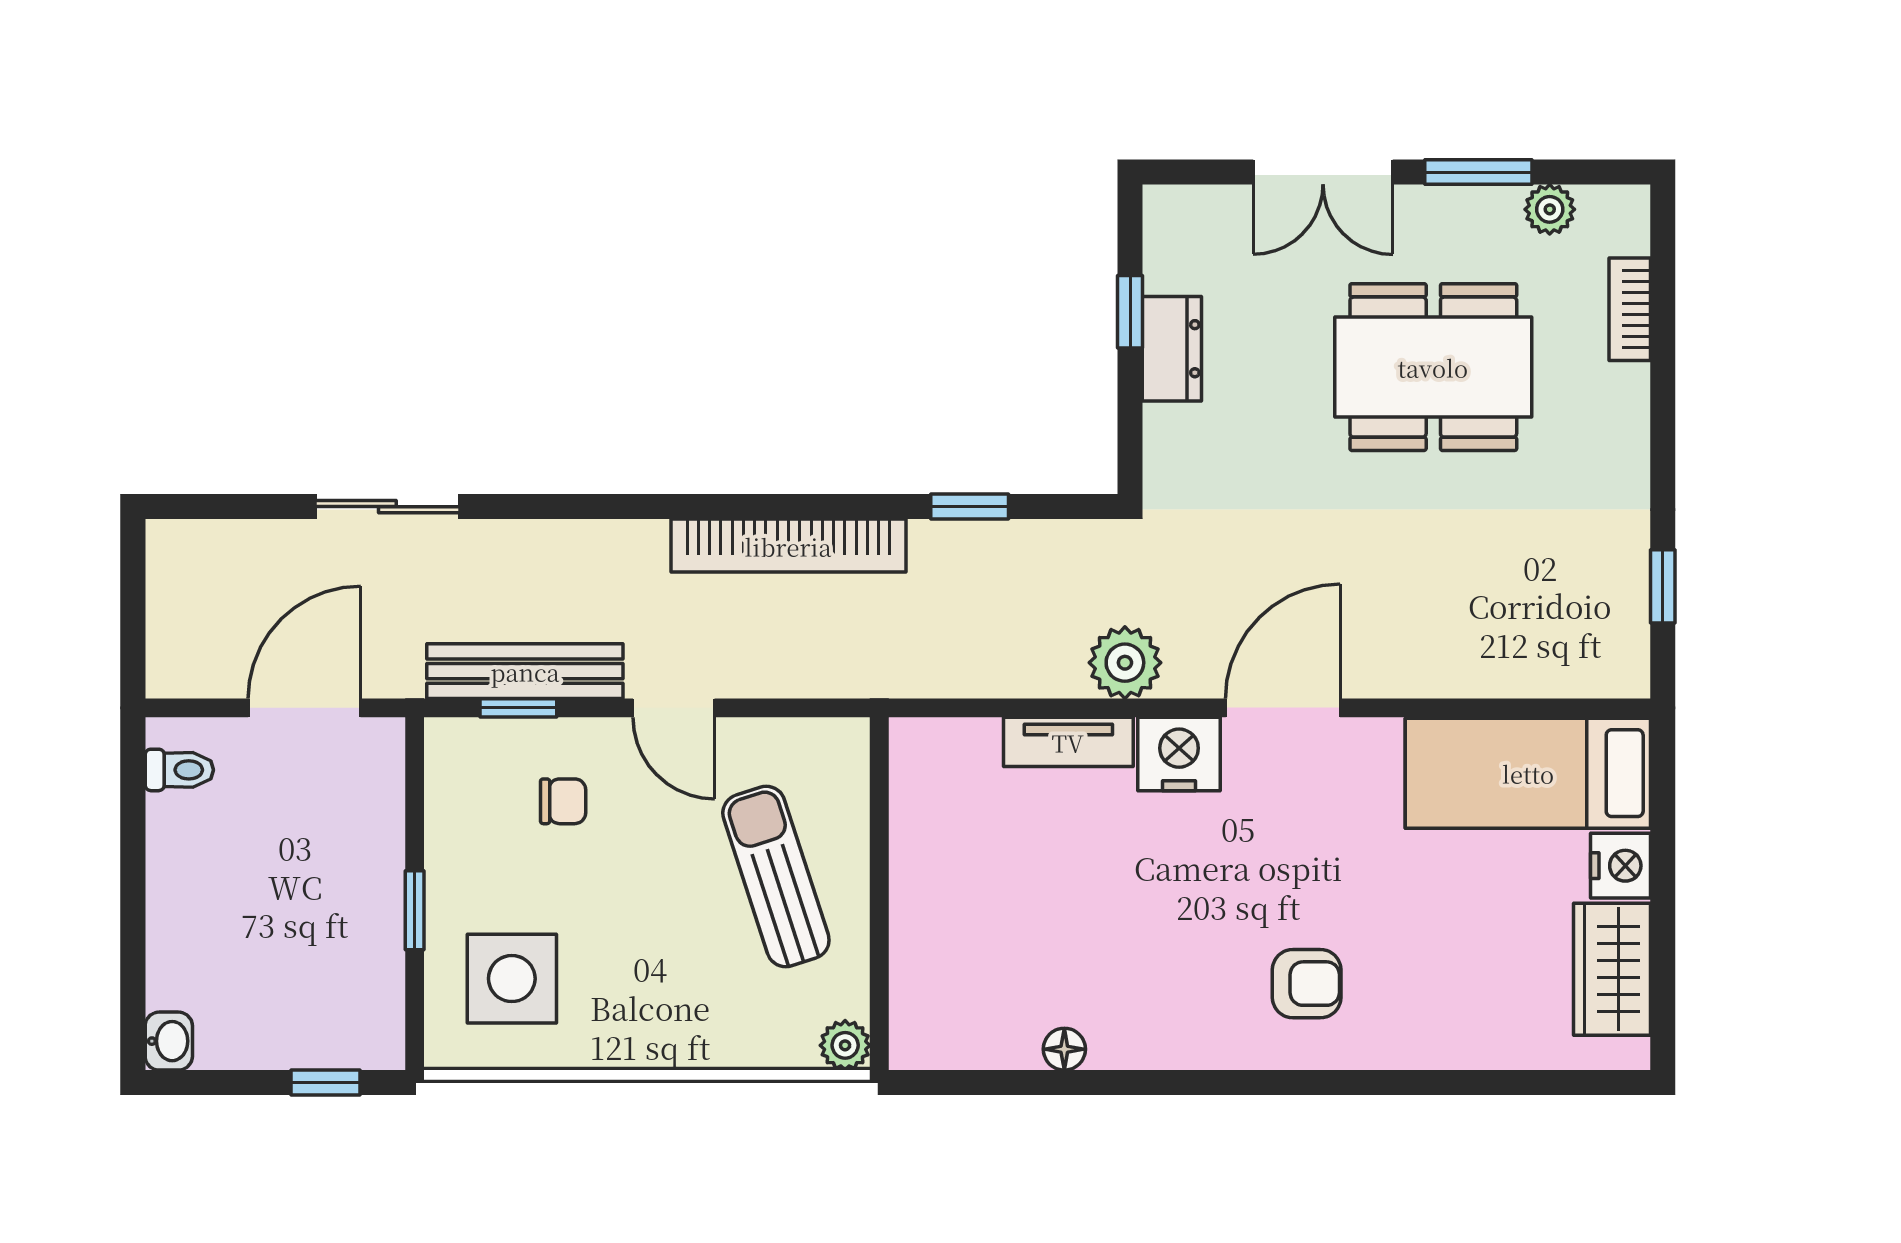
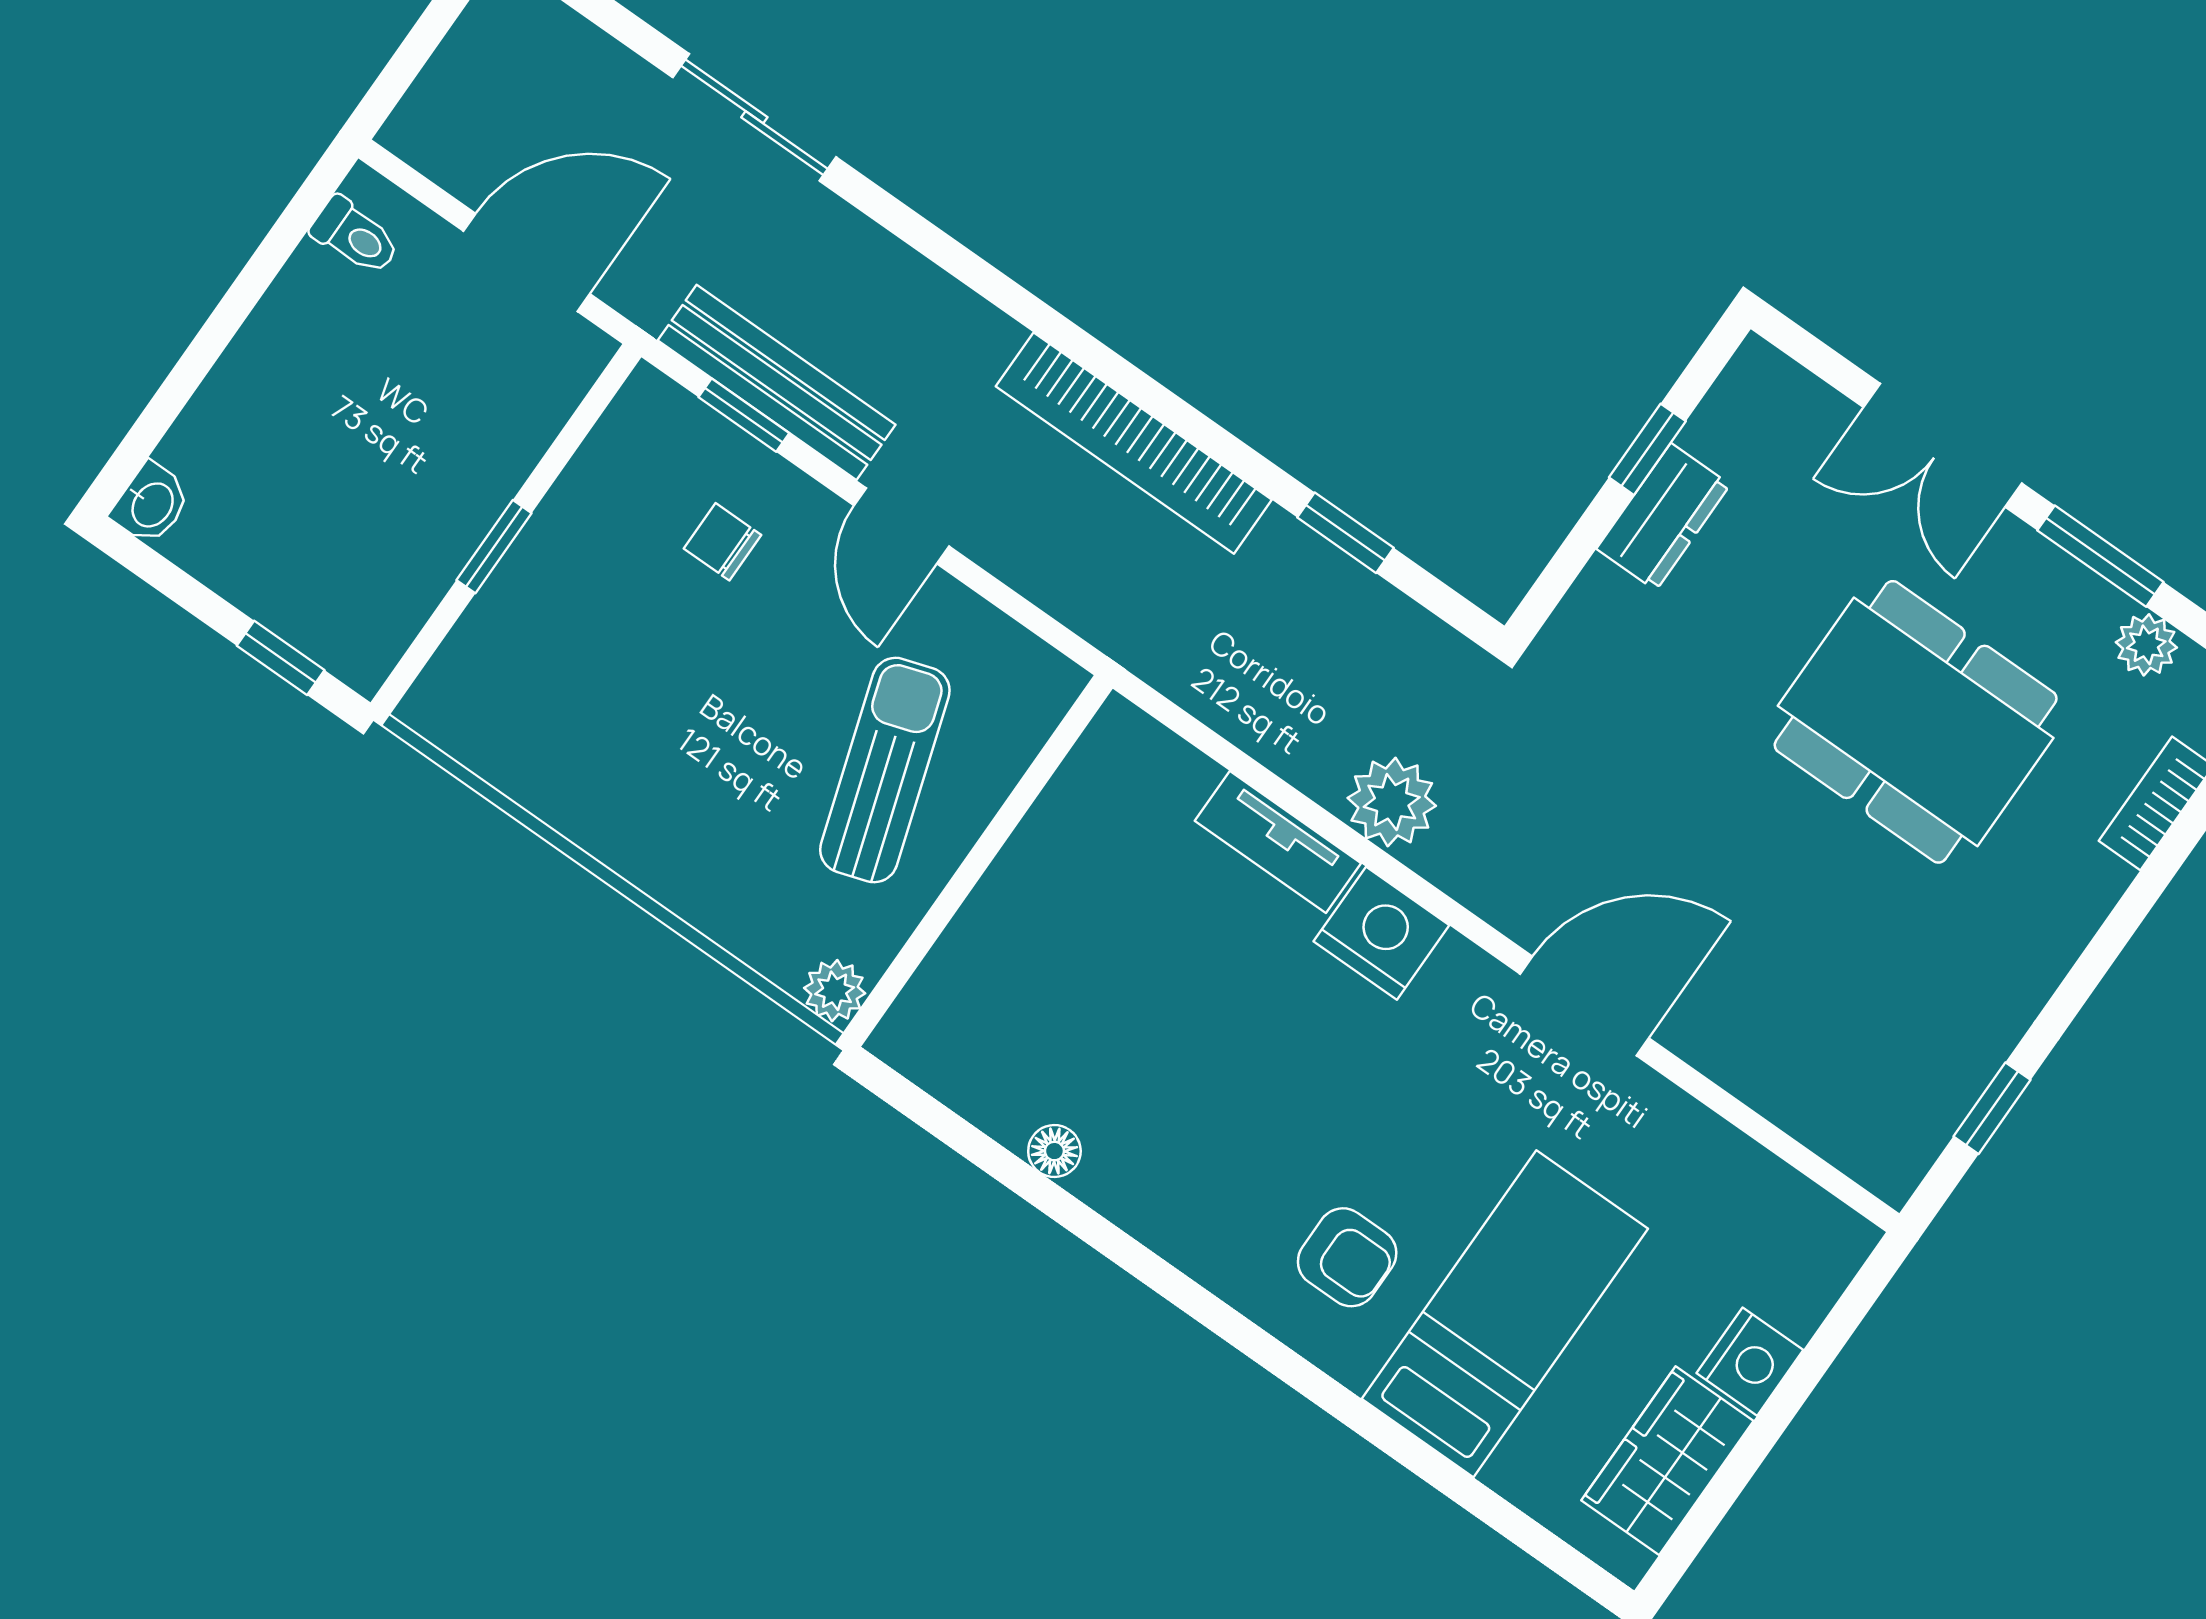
door: (1283, 708) -> (1584, 1006), moved
bed: (1528, 773) -> (1505, 1314), moved, turned 90
chair: (563, 801) -> (722, 542), turned 180
side table: (512, 979) -> (544, 685), removed

